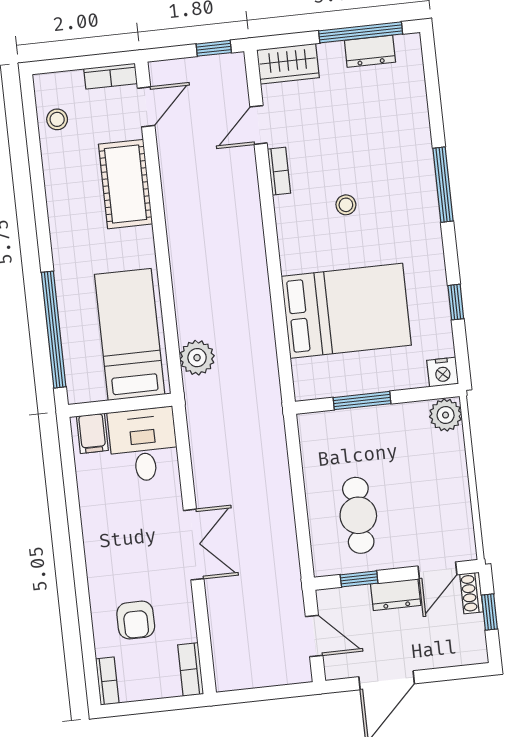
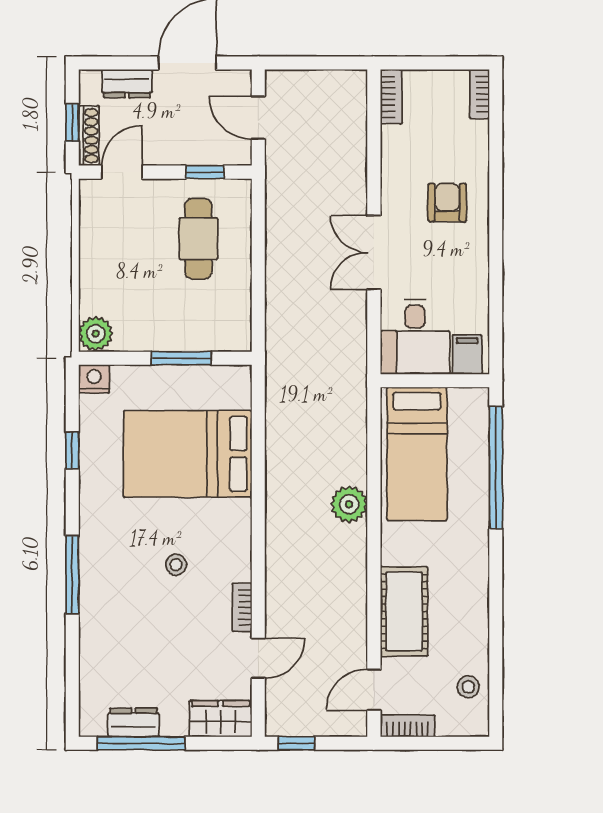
plant: (197, 358) -> (349, 504), moved
double door: (194, 545) -> (374, 252), moved
shoe rack: (471, 593) -> (89, 136), width x1.43
dresser: (396, 595) -> (127, 84), moved, turned 180
armchair: (136, 620) -> (447, 203), moved

